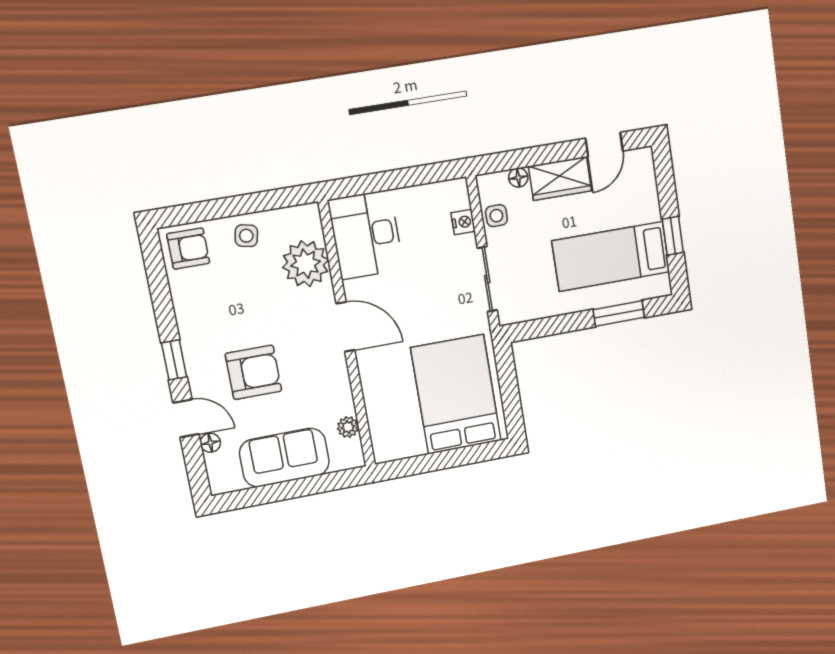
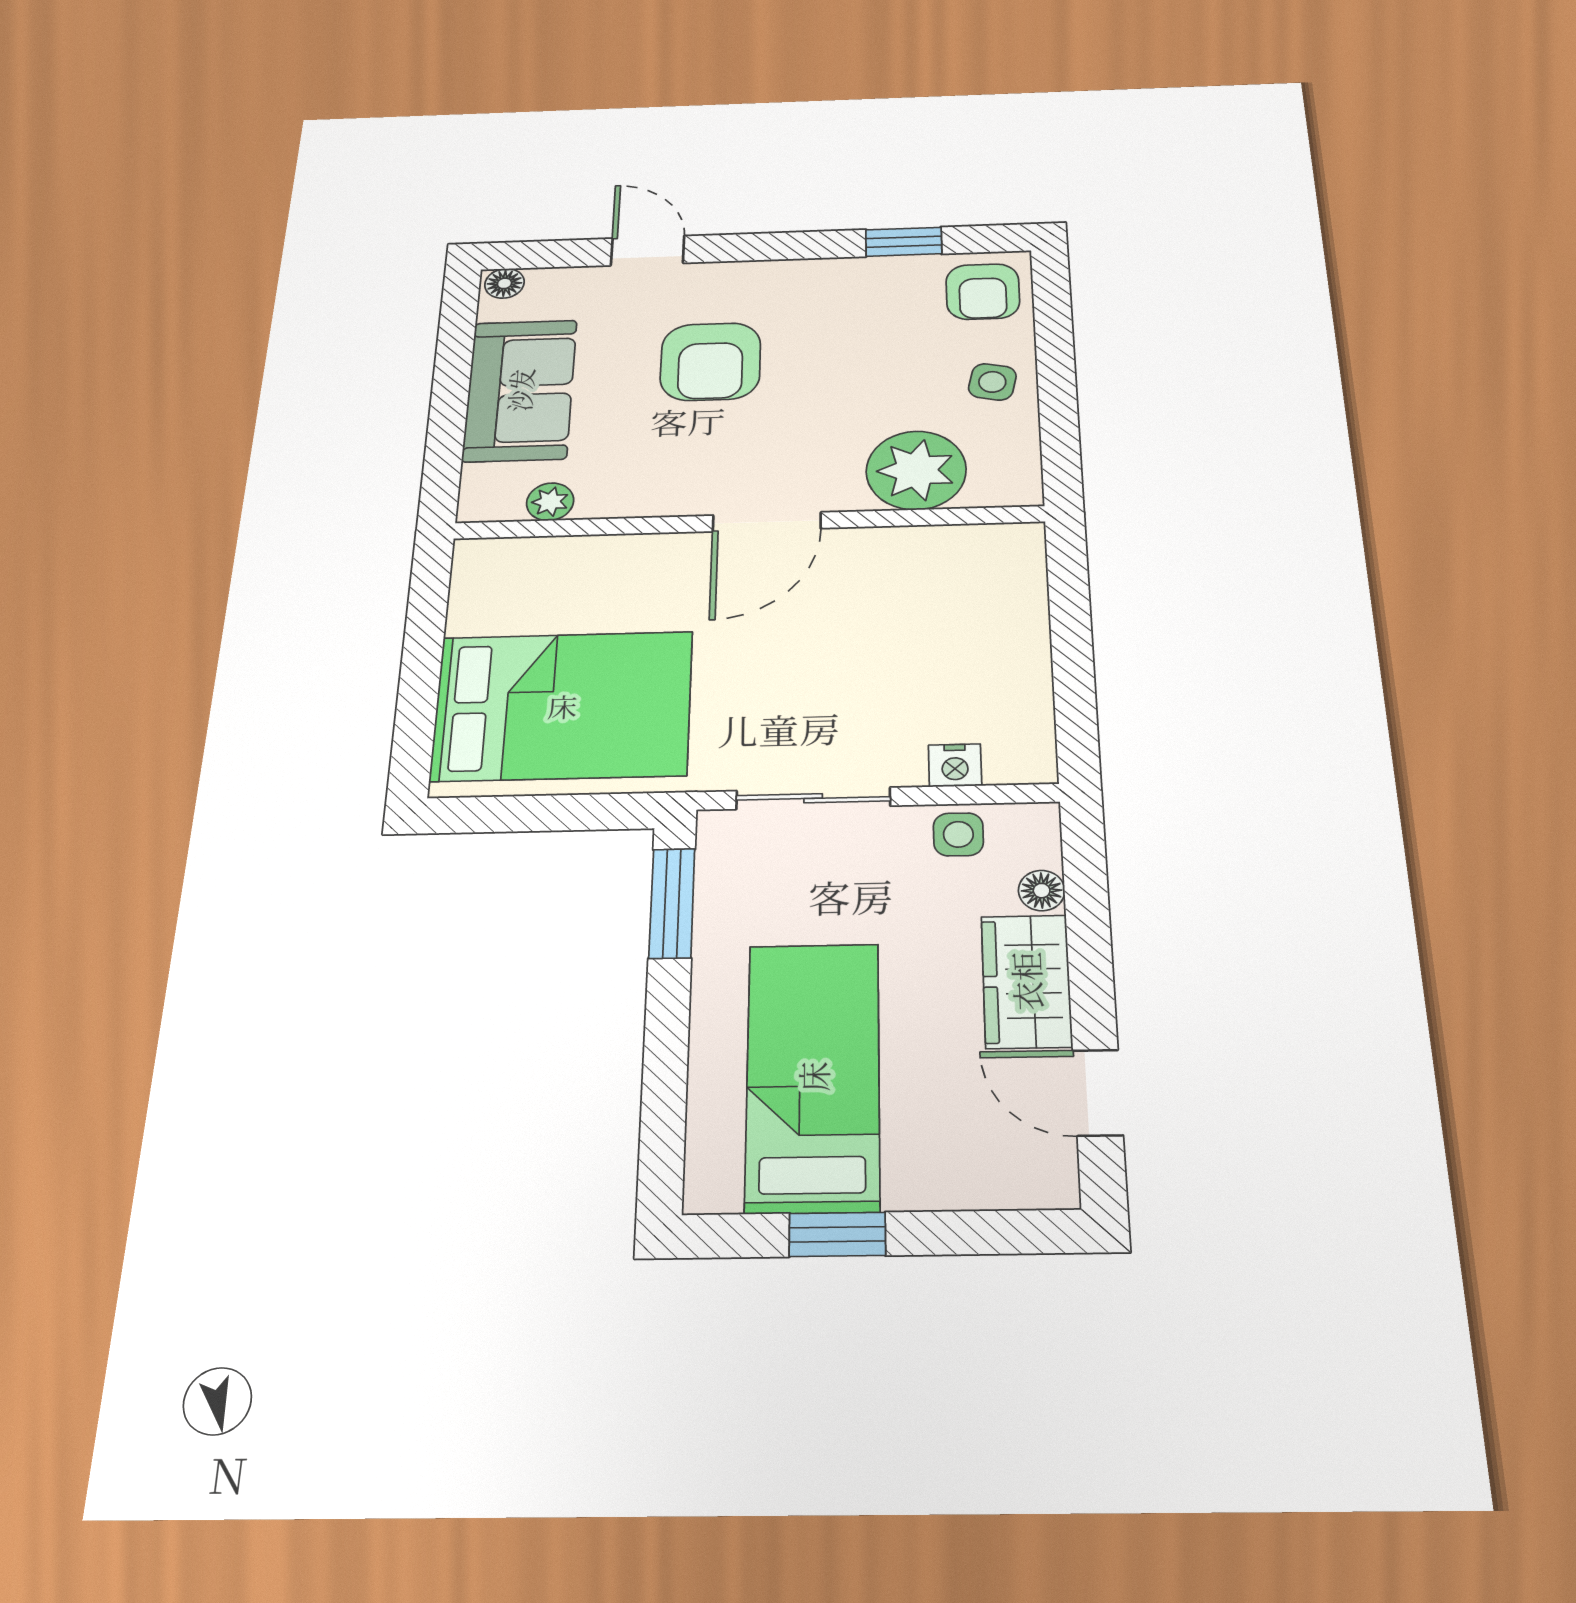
desk: (366, 235) -> (958, 580), removed
window: (619, 313) -> (672, 903), moved
window: (174, 360) -> (904, 242), moved
door: (186, 418) -> (648, 251), swing flipped
floor lamp: (210, 443) -> (504, 283), moved

